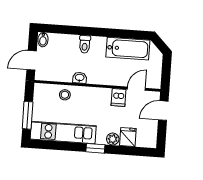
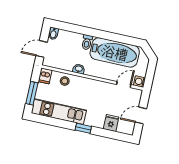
bathtub: (128, 49) -> (115, 52), width x1.36, depth x1.36
washing machine: (155, 82) -> (139, 82), added
dishwasher: (119, 98) -> (45, 76), moved
door: (163, 111) -> (141, 115), moved
plant: (113, 139) -> (98, 123), removed

